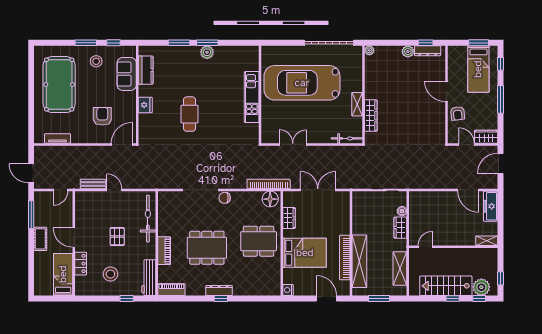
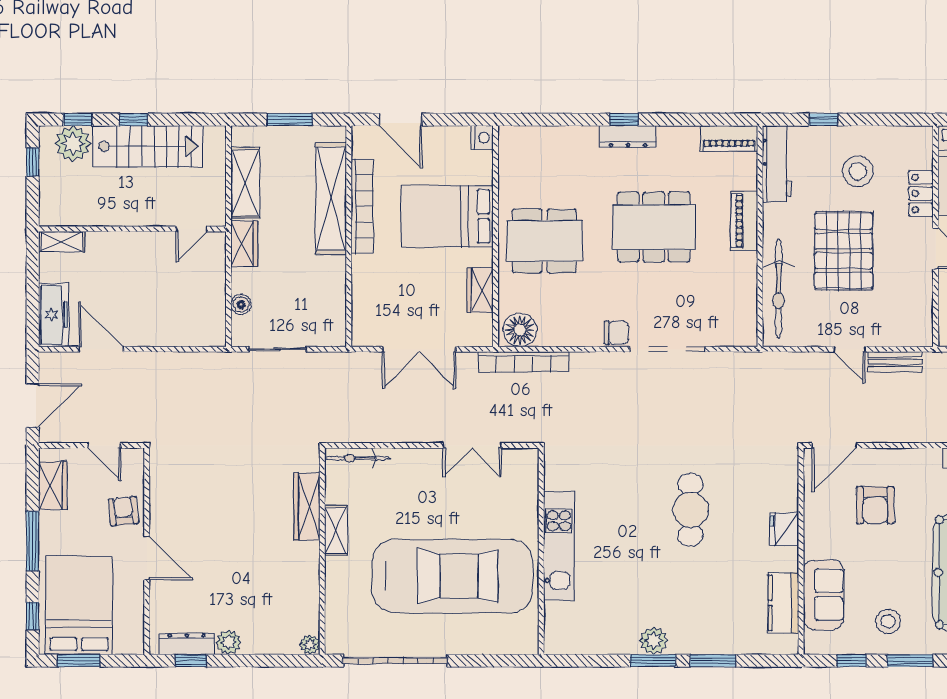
bed: (478, 69) -> (79, 605), width x1.50
wardrobe: (486, 137) -> (53, 485), moved, turned -90
wardrobe: (400, 228) -> (244, 243), moved
pallet: (117, 236) -> (844, 251), width x2.05, depth x2.00

